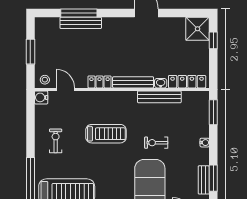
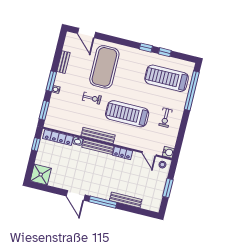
window: (79, 13) -> (103, 202), moved
window: (213, 40) -> (36, 144), moved
bench: (159, 97) -> (98, 135), moved
treadmill: (106, 134) -> (127, 114), width x1.37, depth x1.38
window: (213, 178) -> (51, 81), moved

